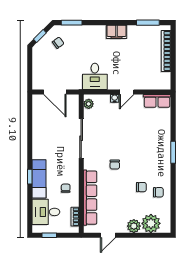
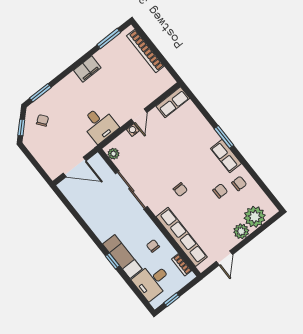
row of seats: (164, 166) -> (226, 156), added

